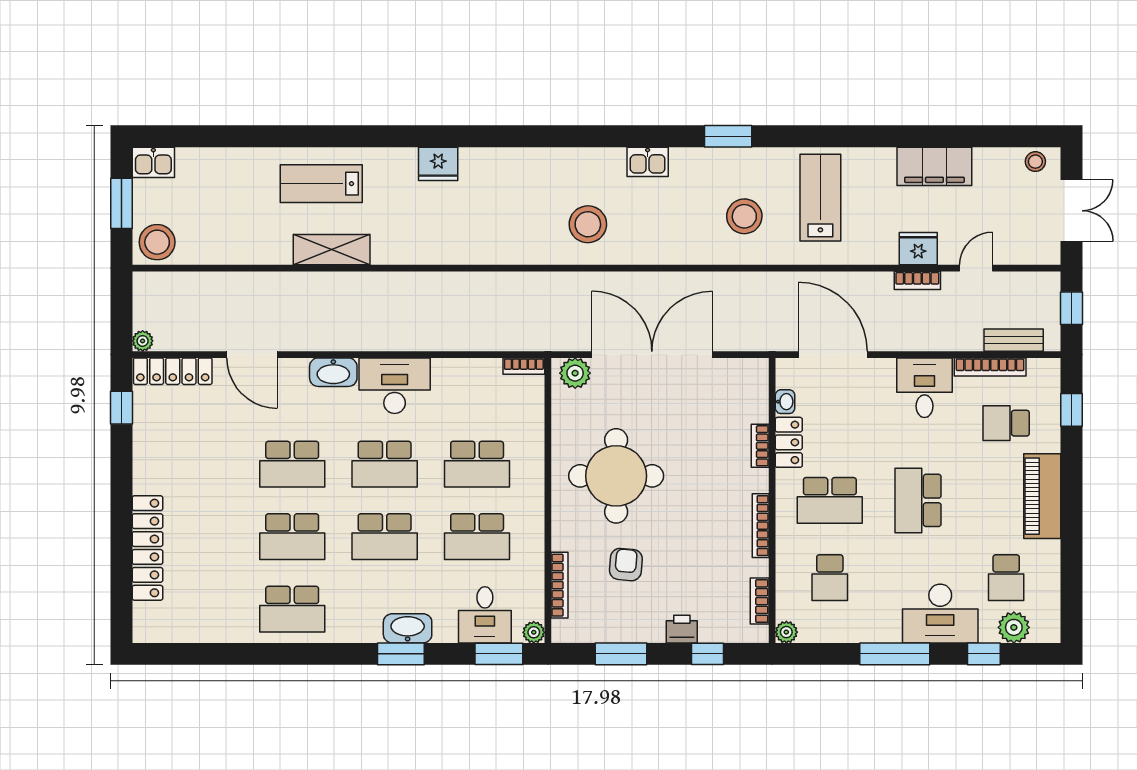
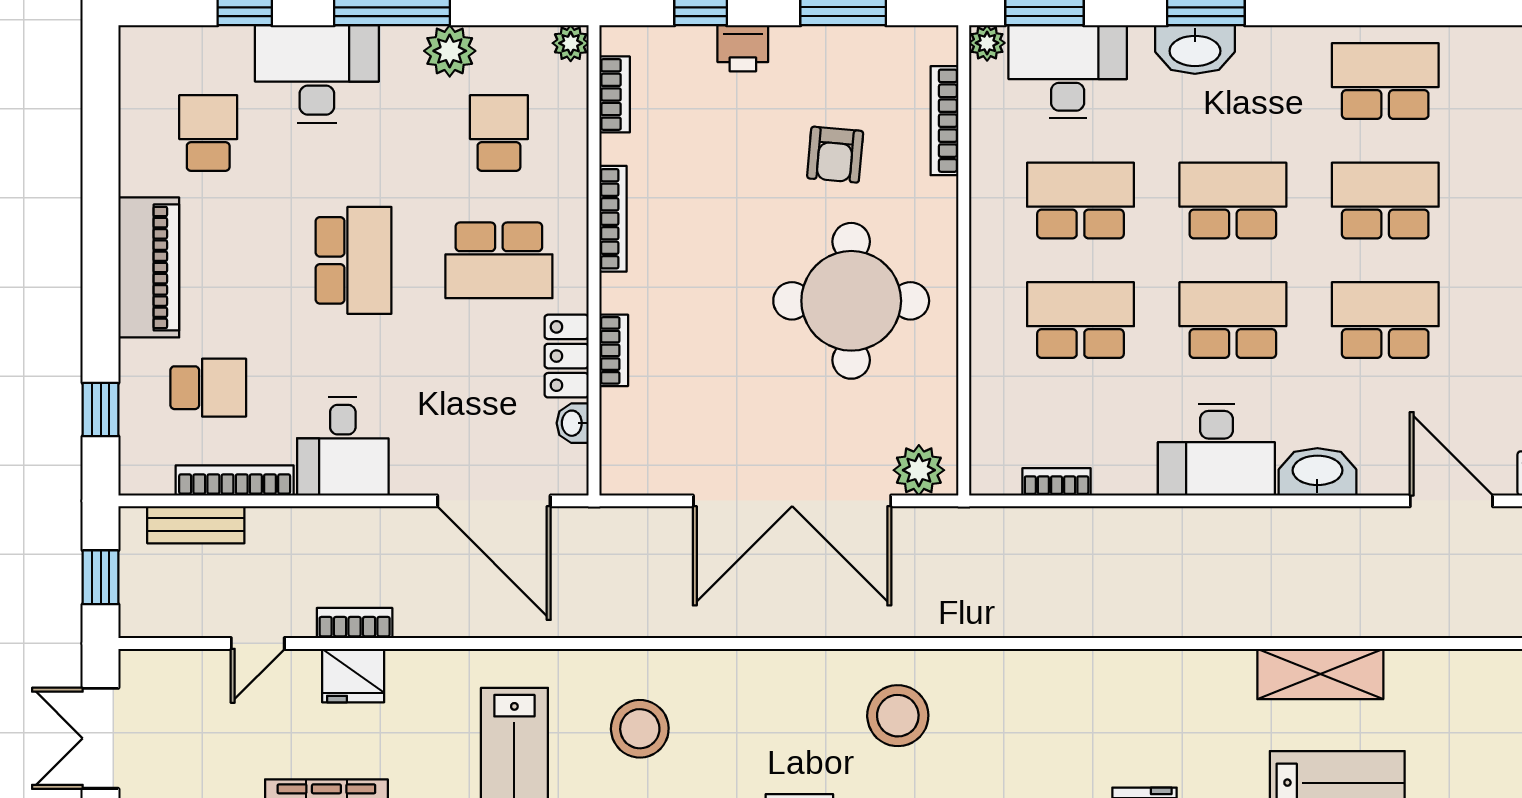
bookcase: (524, 366) -> (1057, 482), moved
school desk: (830, 500) -> (499, 260), turned 180
desk: (485, 615) -> (1068, 72), width x1.37
plant: (1014, 627) -> (450, 51), moved

